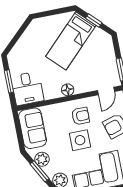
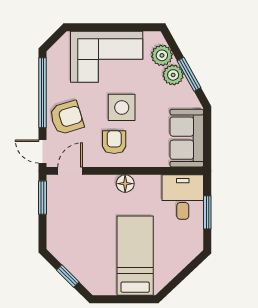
bed: (71, 41) -> (135, 256), moved, turned -45
armchair: (80, 116) -> (114, 142), turned 90
plant: (42, 159) -> (173, 75), moved

